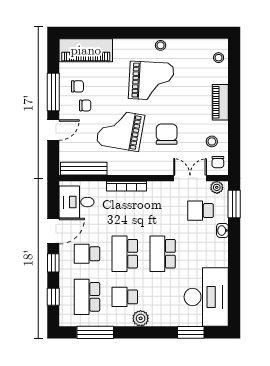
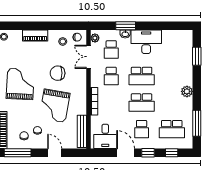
window: (53, 92) -> (18, 153), moved
window: (234, 204) -> (126, 26), moved
school desk: (125, 297) -> (111, 76), moved
desk: (206, 297) -> (146, 42), moved, width x0.73, depth x0.77

